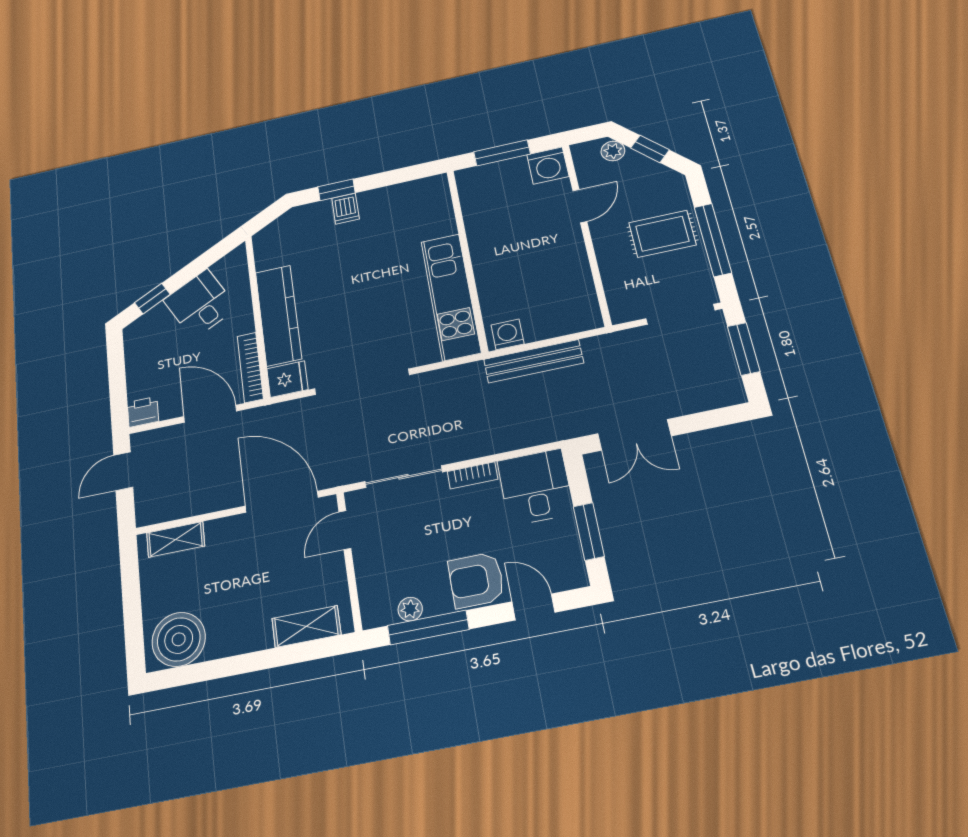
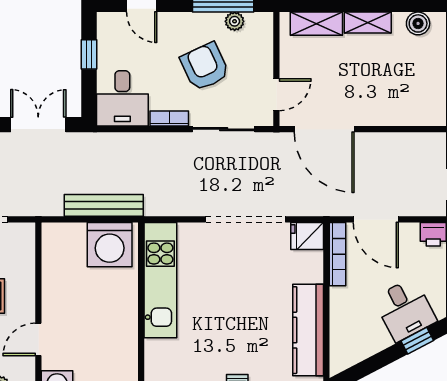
desk: (200, 304) -> (405, 310), moved
kitchen counter: (278, 315) -> (308, 330), moved
washing machine: (508, 334) -> (110, 245), width x1.89, depth x1.89
window: (589, 531) -> (89, 54), width x0.67
shelving: (176, 539) -> (368, 23), moved
armchair: (476, 580) -> (205, 67), moved, turned -115
boiler: (179, 639) -> (418, 23), width x0.54, depth x0.54

